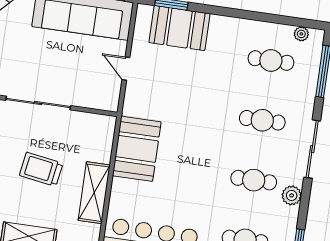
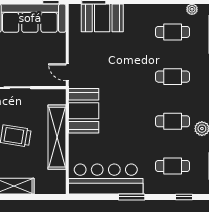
door: (126, 69) -> (67, 72), moved
shelving: (94, 193) -> (57, 137), width x1.47

